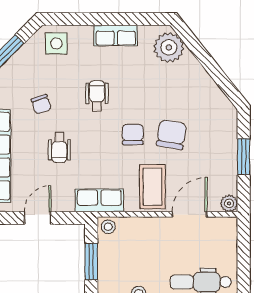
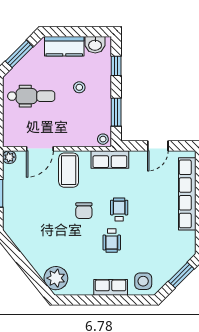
row of seats: (116, 36) -> (111, 287), moved
chair: (41, 104) -> (155, 234), removed
chair: (172, 135) -> (54, 210), removed
wheelchair: (59, 148) -> (119, 209), moved

